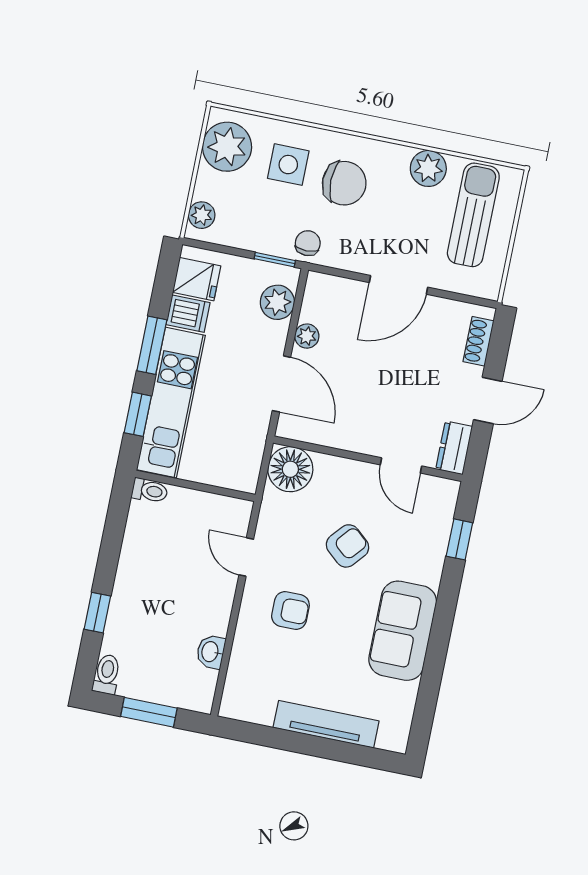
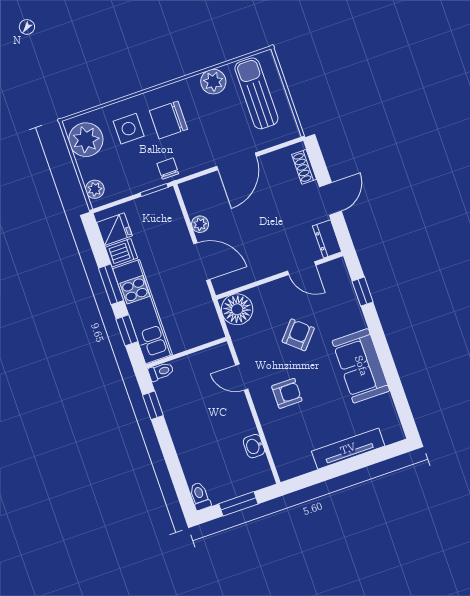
chair: (344, 183) -> (168, 120), turned 180
plant: (277, 302) -> (171, 214), removed
window: (97, 613) -> (153, 405), moved

